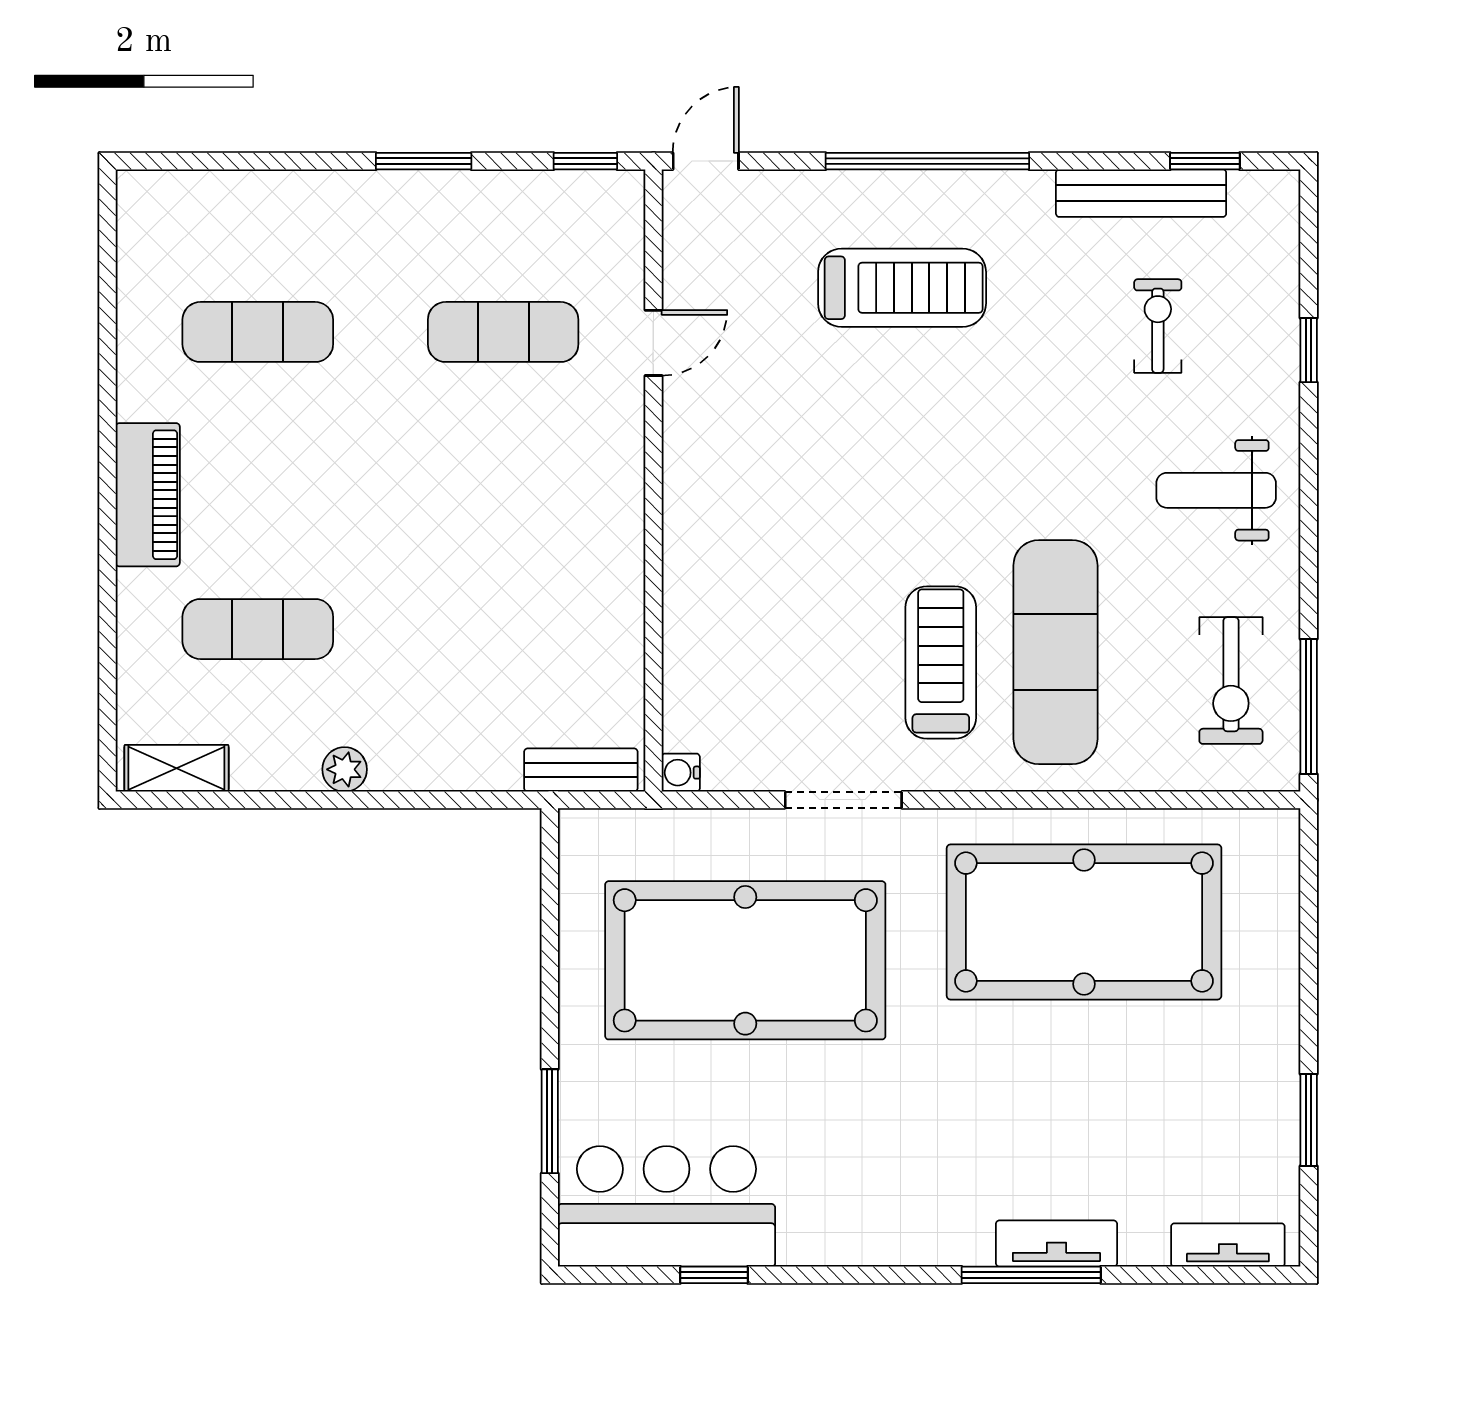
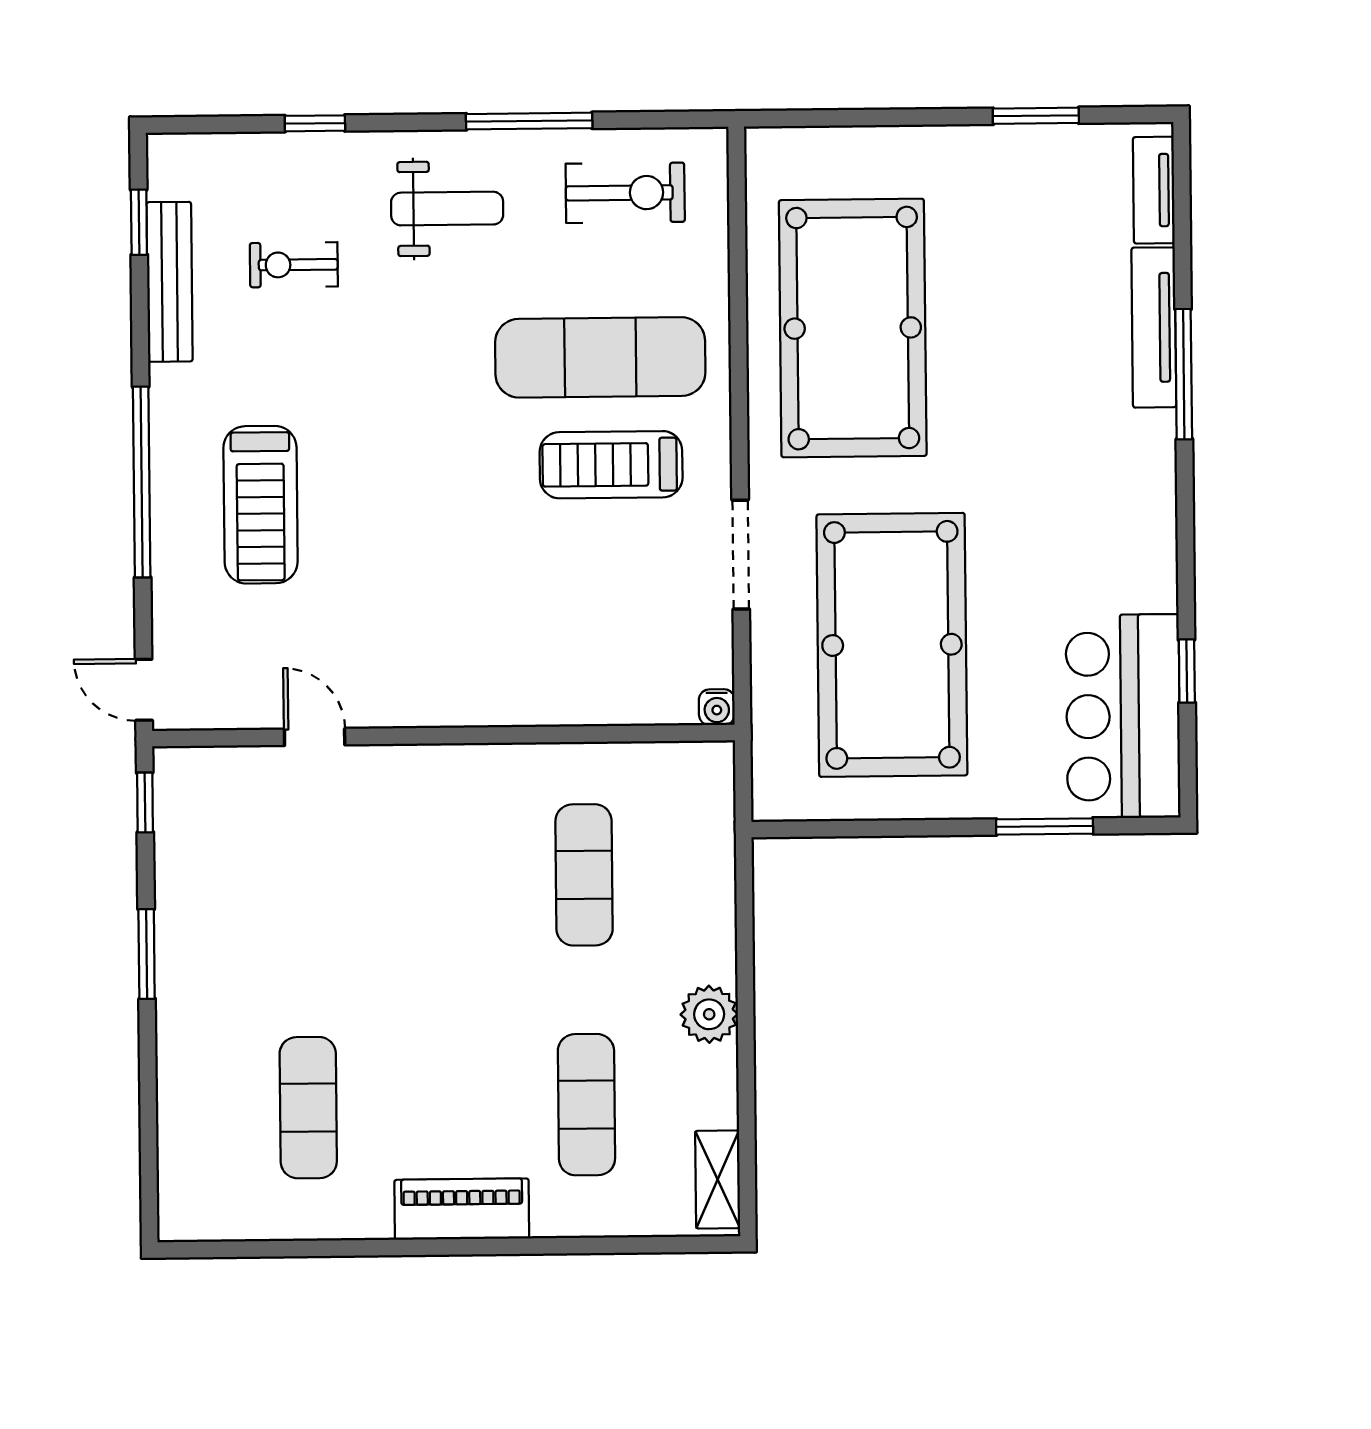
treadmill: (902, 288) -> (261, 505), turned 180
exercise mat: (503, 332) -> (584, 875), moved
weight bench: (1216, 490) -> (447, 209), turned -90
window: (1309, 707) -> (529, 121), moved
plant: (345, 769) -> (709, 1014), width x1.38, depth x1.38
bench: (581, 770) -> (715, 801), removed
tv unit: (1056, 1244) -> (1154, 327), width x1.41

